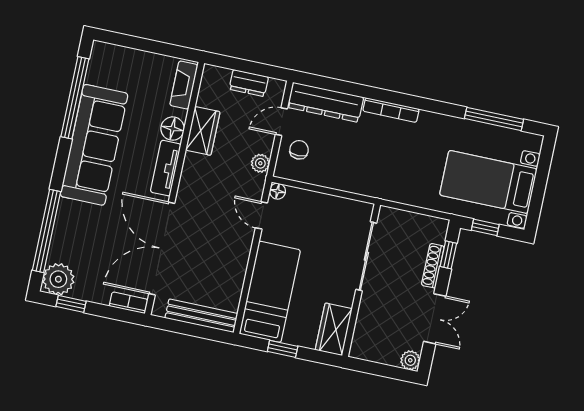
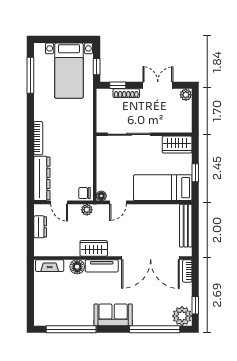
wardrobe: (203, 131) -> (94, 248), moved
sofa: (94, 145) -> (113, 315), width x0.54, depth x0.79
chair: (299, 150) -> (84, 193), moved

